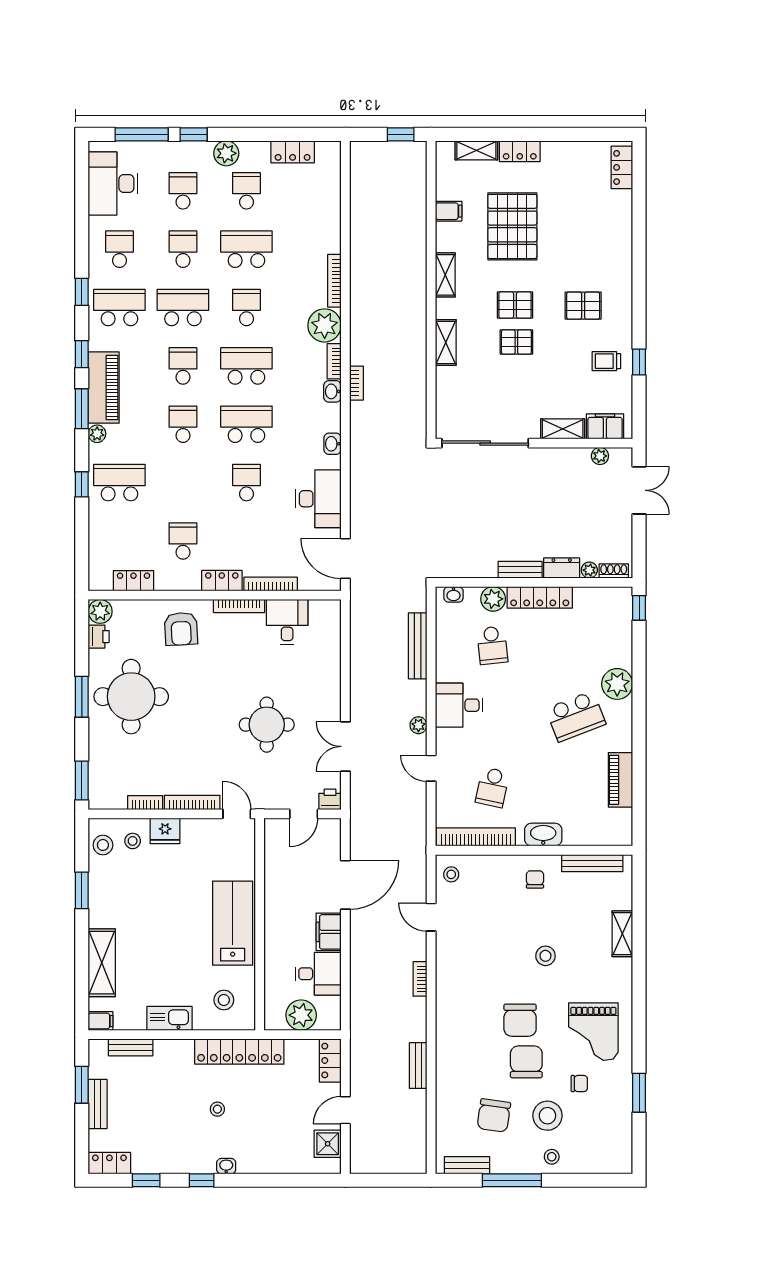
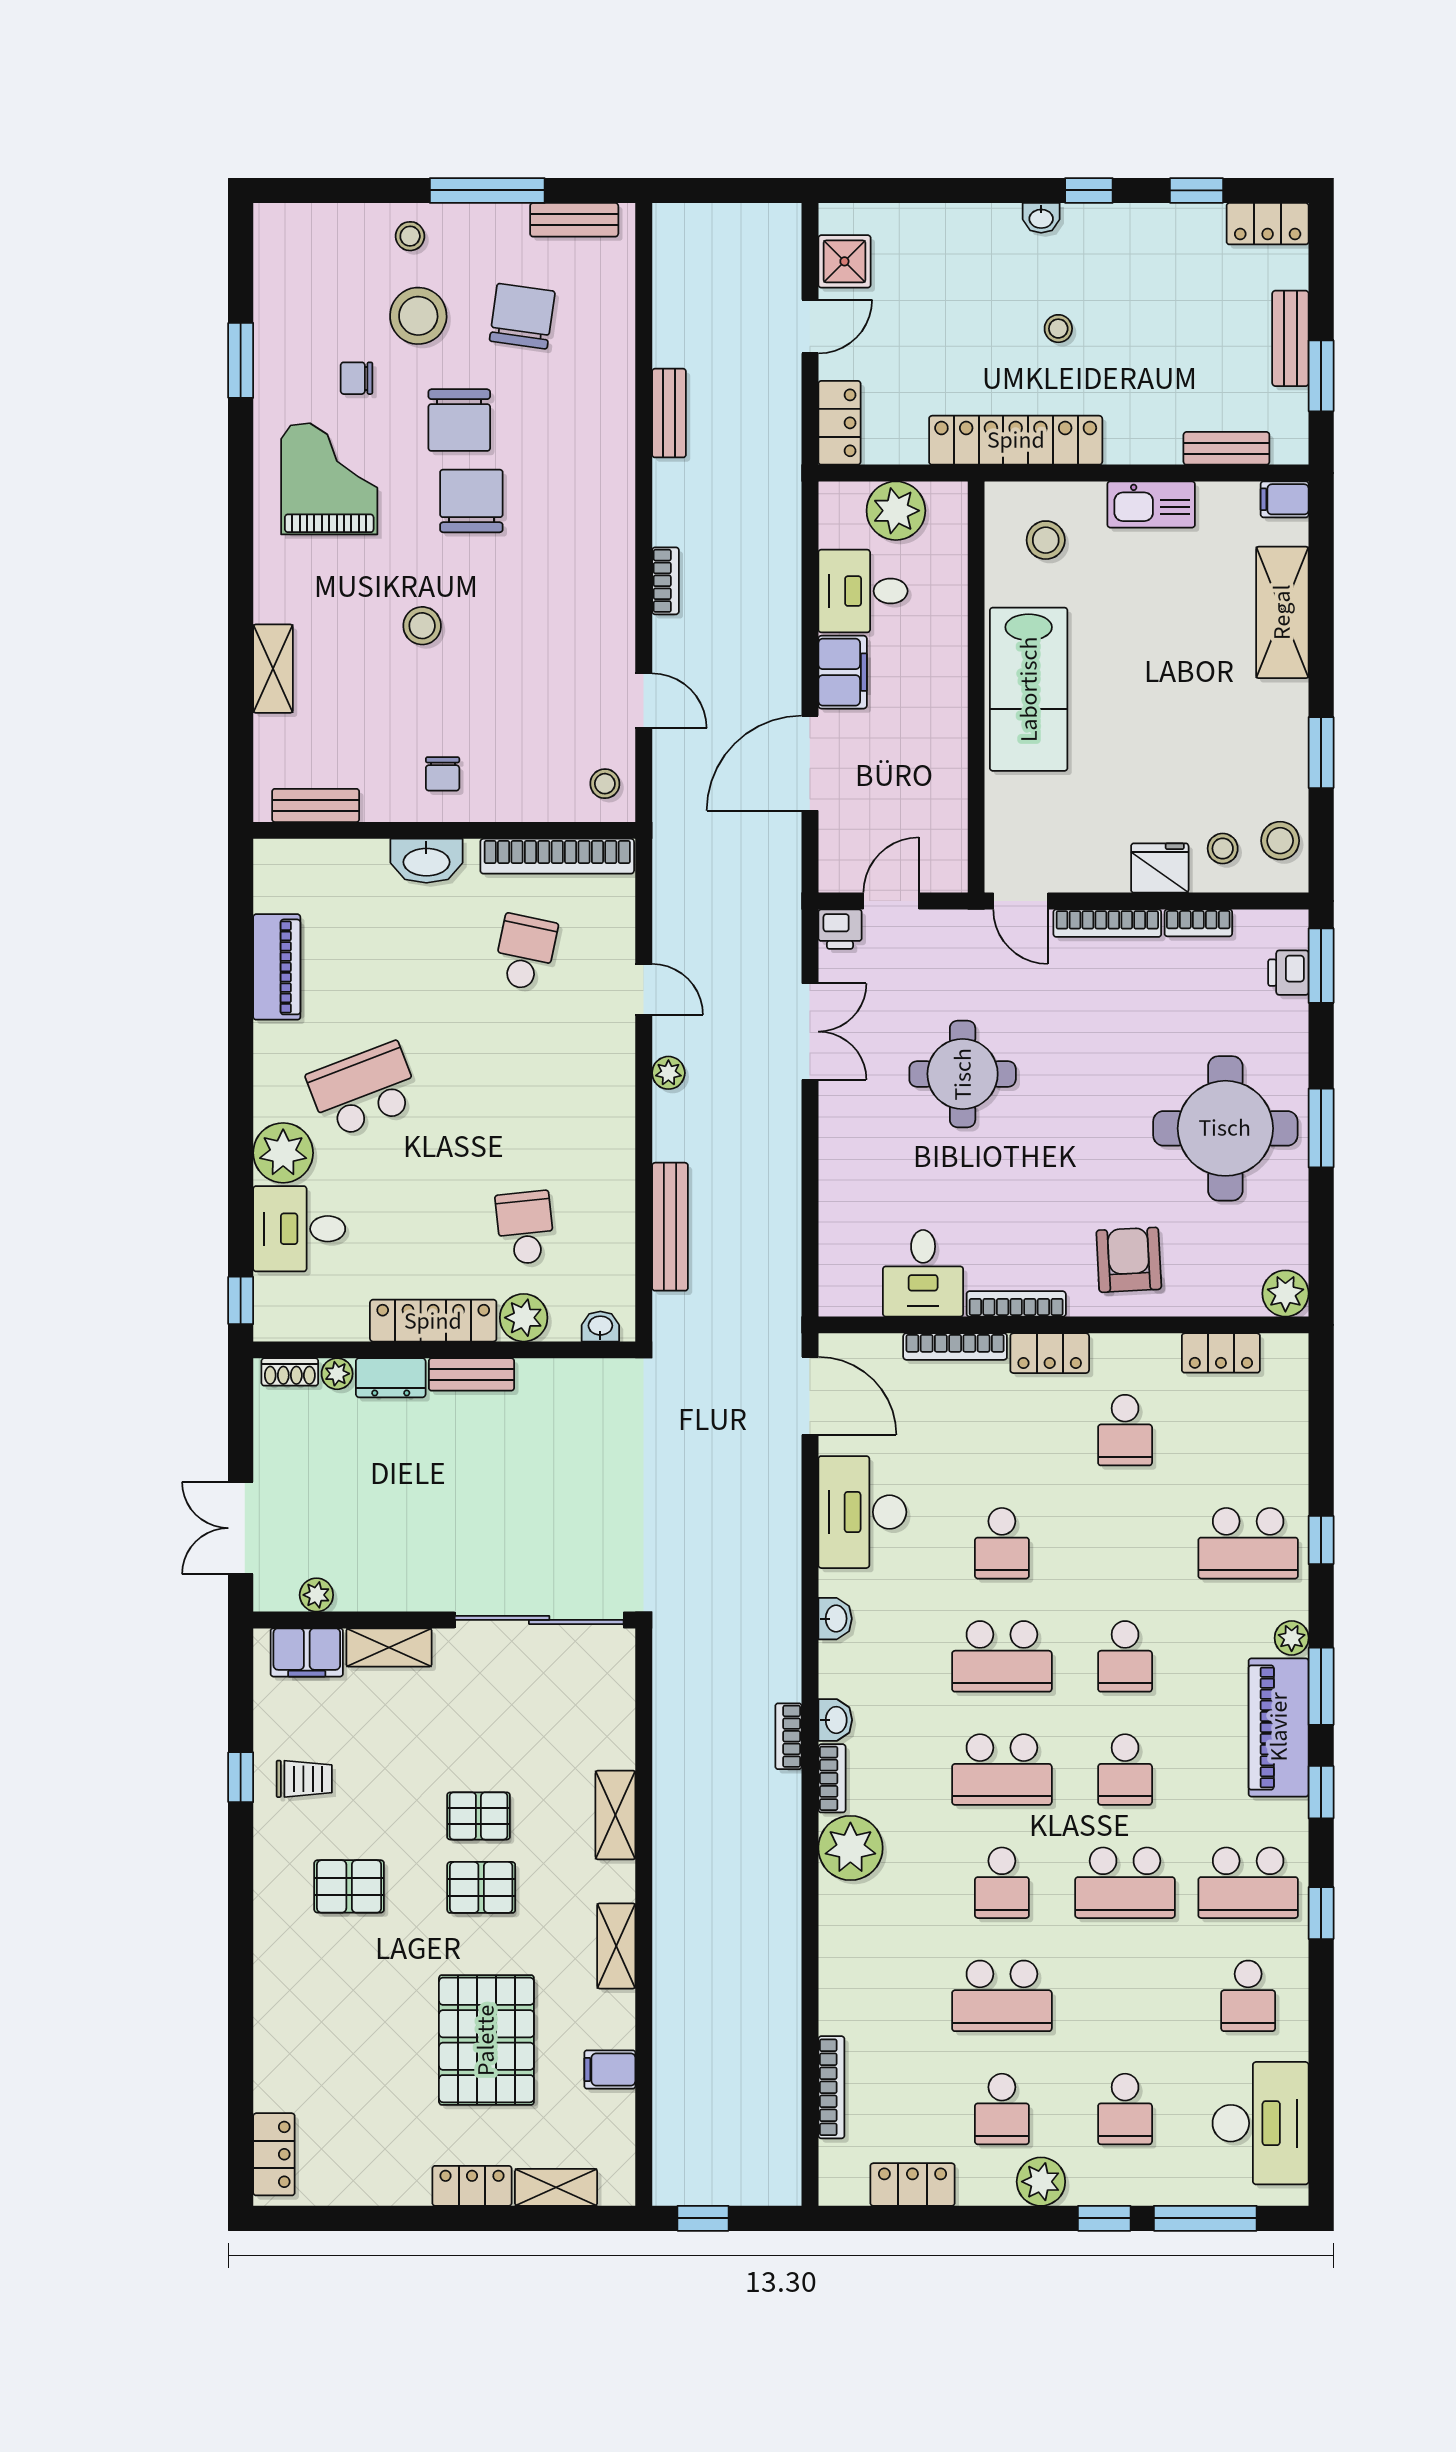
school desk: (183, 249) -> (1125, 1996), removed
bookcase: (334, 281) -> (831, 2087), moved
printer: (99, 637) -> (1288, 973), moved
desk: (459, 705) -> (299, 1229), moved, turned 180
bench: (592, 863) -> (316, 805), width x0.73

